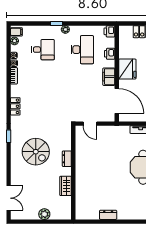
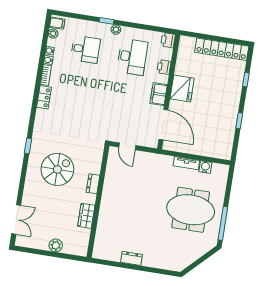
locker: (15, 106) -> (44, 97), moved
spiral stairs: (36, 152) -> (57, 169), turned -90

